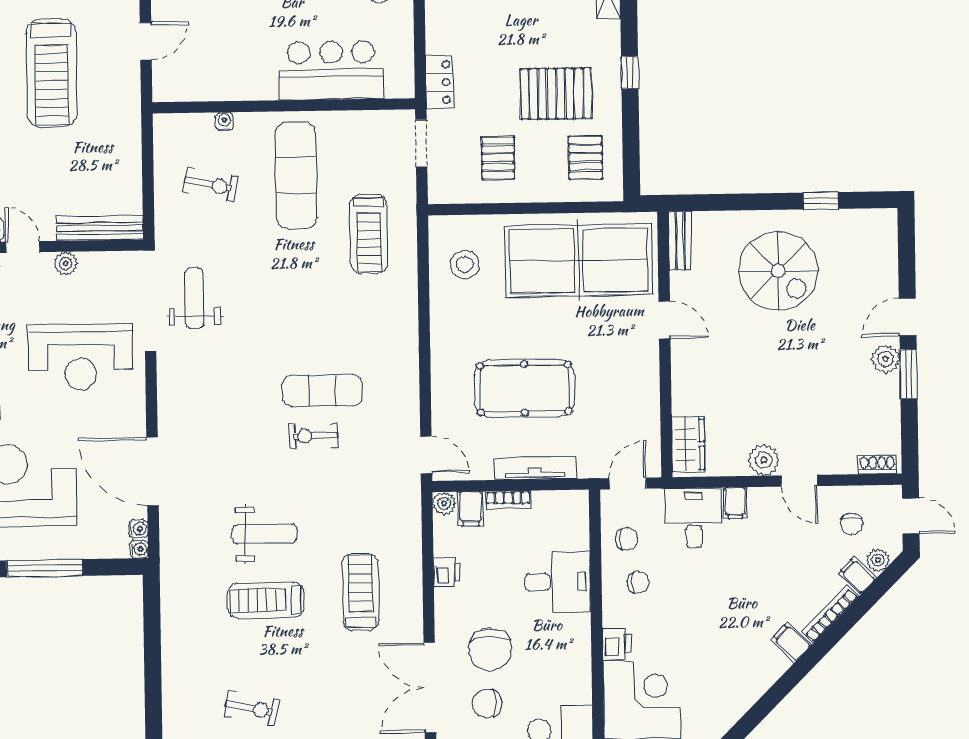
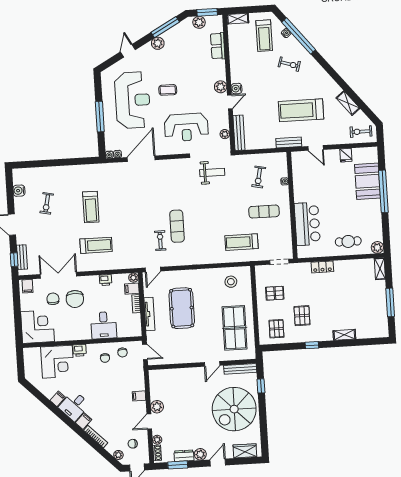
locker: (439, 82) -> (322, 267), moved
pallet: (556, 94) -> (302, 316), width x0.67, depth x0.71
bench: (129, 107) -> (289, 142), added
pallet: (586, 158) -> (276, 329), turned 90
exercise mat: (296, 175) -> (264, 212), width x0.73, depth x0.69
window: (821, 201) -> (261, 386), moved
bench: (680, 241) -> (240, 369), width x1.36
table tennis table: (579, 261) -> (235, 328), width x0.73, depth x0.76
plant: (65, 263) -> (225, 134), moved
spiral stairs: (778, 271) -> (234, 409), width x1.37, depth x1.37
door: (908, 317) -> (218, 463), hinge flipped
reception desk: (81, 357) -> (186, 127), turned -90
window: (909, 374) -> (178, 465), moved
dresser: (887, 399) -> (184, 456), added
exercise bike: (313, 436) -> (160, 241), moved
wardrobe: (688, 444) -> (245, 451), moved, turned 180
plant: (845, 463) -> (157, 440), added
desk: (694, 518) -> (74, 406), moved, turned 135
weight bench: (265, 534) -> (118, 205), removed
filing cabinet: (857, 575) -> (58, 399), moved
treadmill: (266, 600) -> (91, 207), turned 180
chair: (490, 650) -> (75, 299), turned -90

